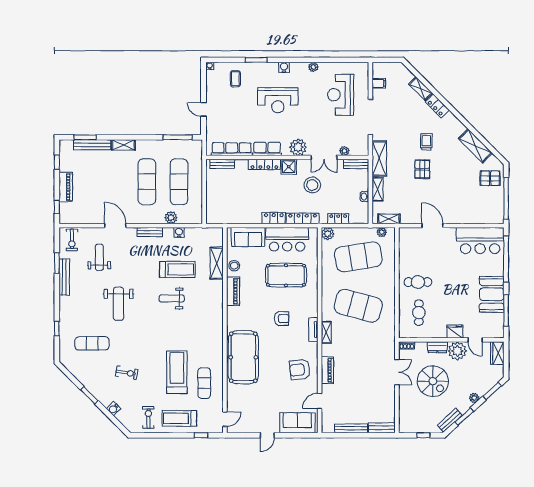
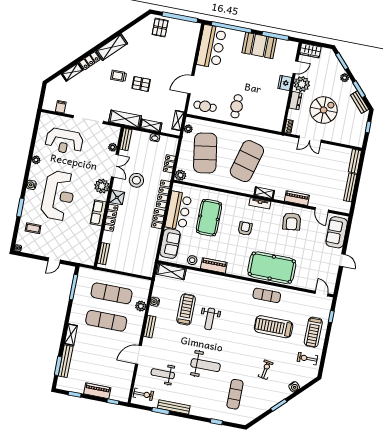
reception desk: (278, 100) -> (58, 196), width x1.36, depth x1.30
shelving: (475, 146) -> (112, 47), moved
row of seats: (232, 149) -> (93, 243), removed
shelving: (217, 263) -> (171, 272), moved
cafe table: (419, 313) -> (205, 106), moved
double door: (397, 372) -> (310, 139), swing flipped
exercise mat: (204, 383) -> (267, 295), moved

